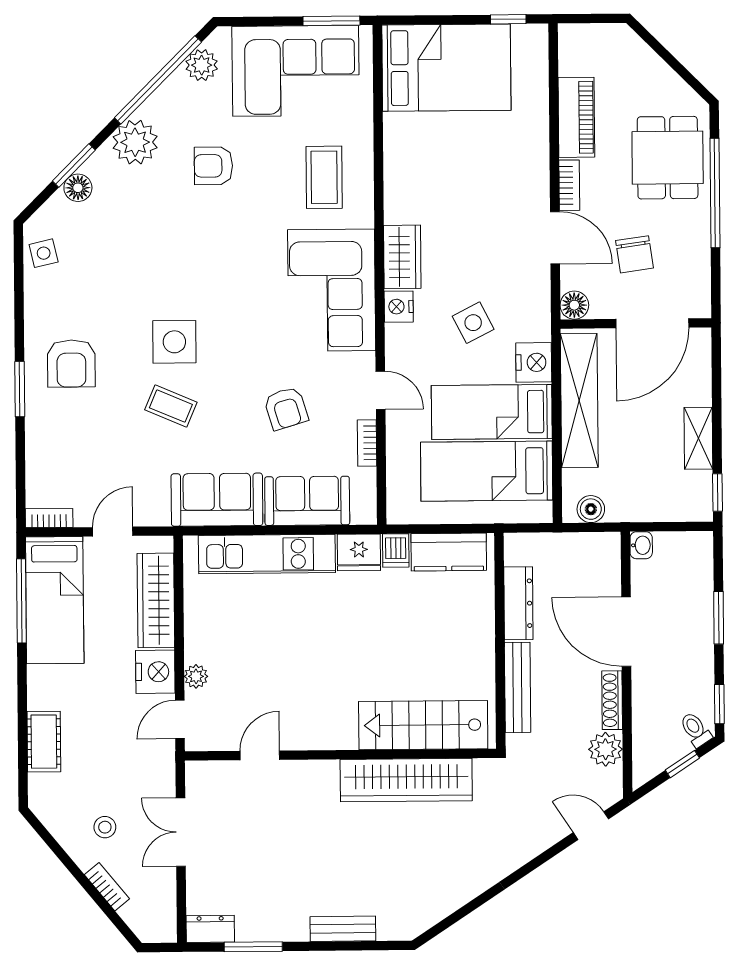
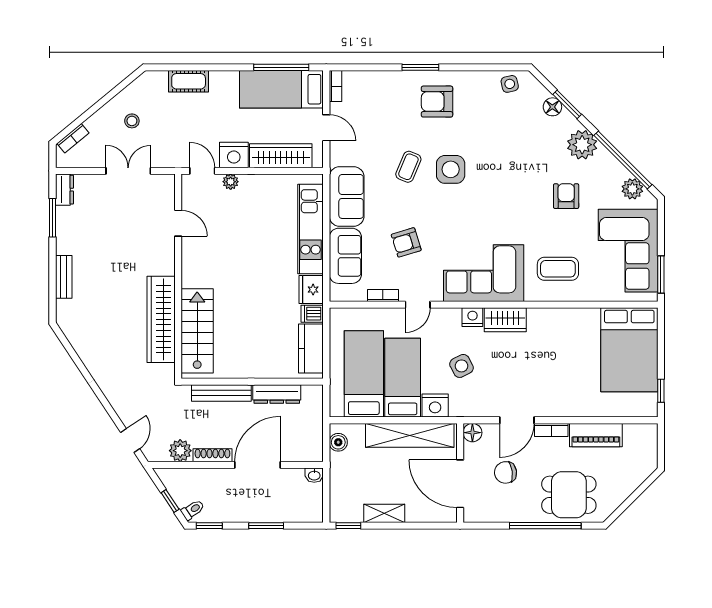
bookcase: (107, 887) -> (73, 138), moved

